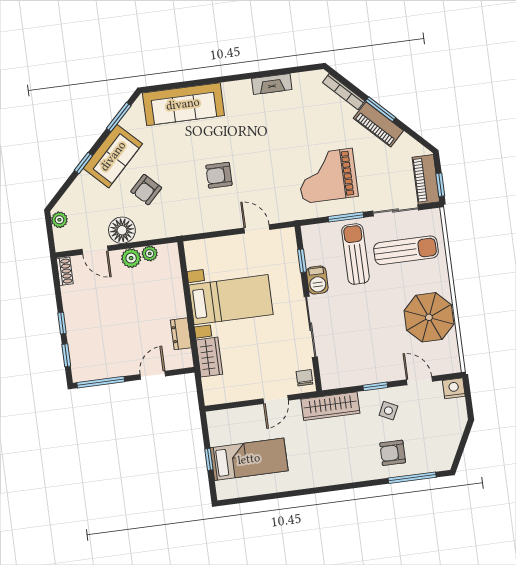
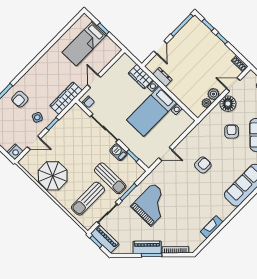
armchair: (393, 453) -> (20, 99), turned 180

